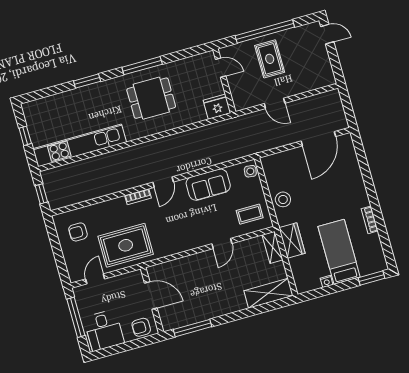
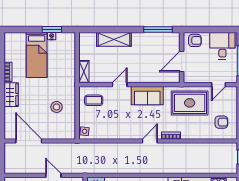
door: (318, 139) -> (29, 141), hinge flipped
sofa: (208, 185) -> (147, 96), moved, turned 180
stool: (283, 199) -> (57, 107), moved
wardrobe: (292, 240) -> (11, 95), moved, turned 180
window: (372, 278) -> (52, 30), moved
shelving: (268, 293) -> (114, 39), moved
door: (151, 296) -> (182, 61), hinge flipped

